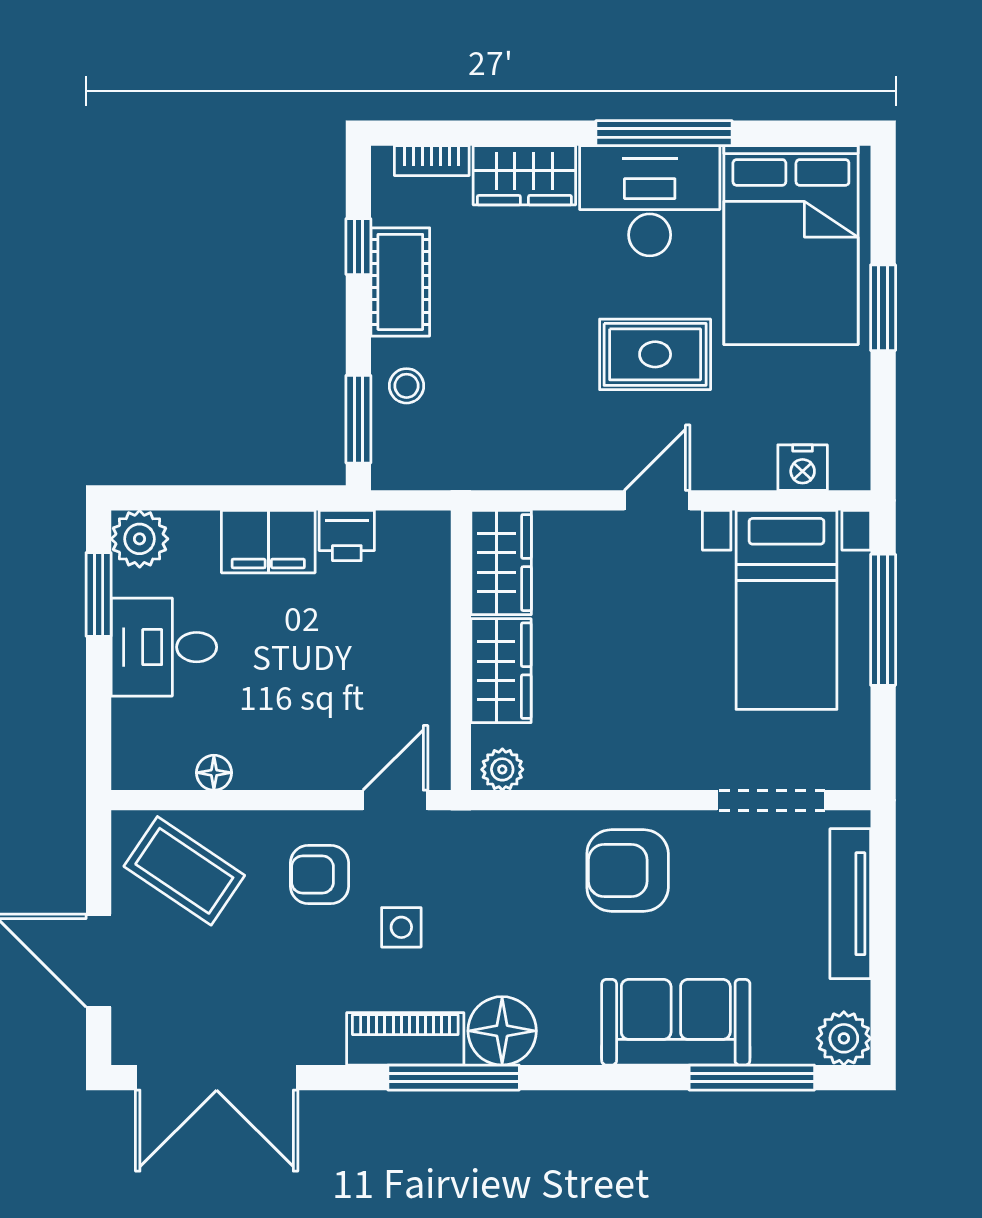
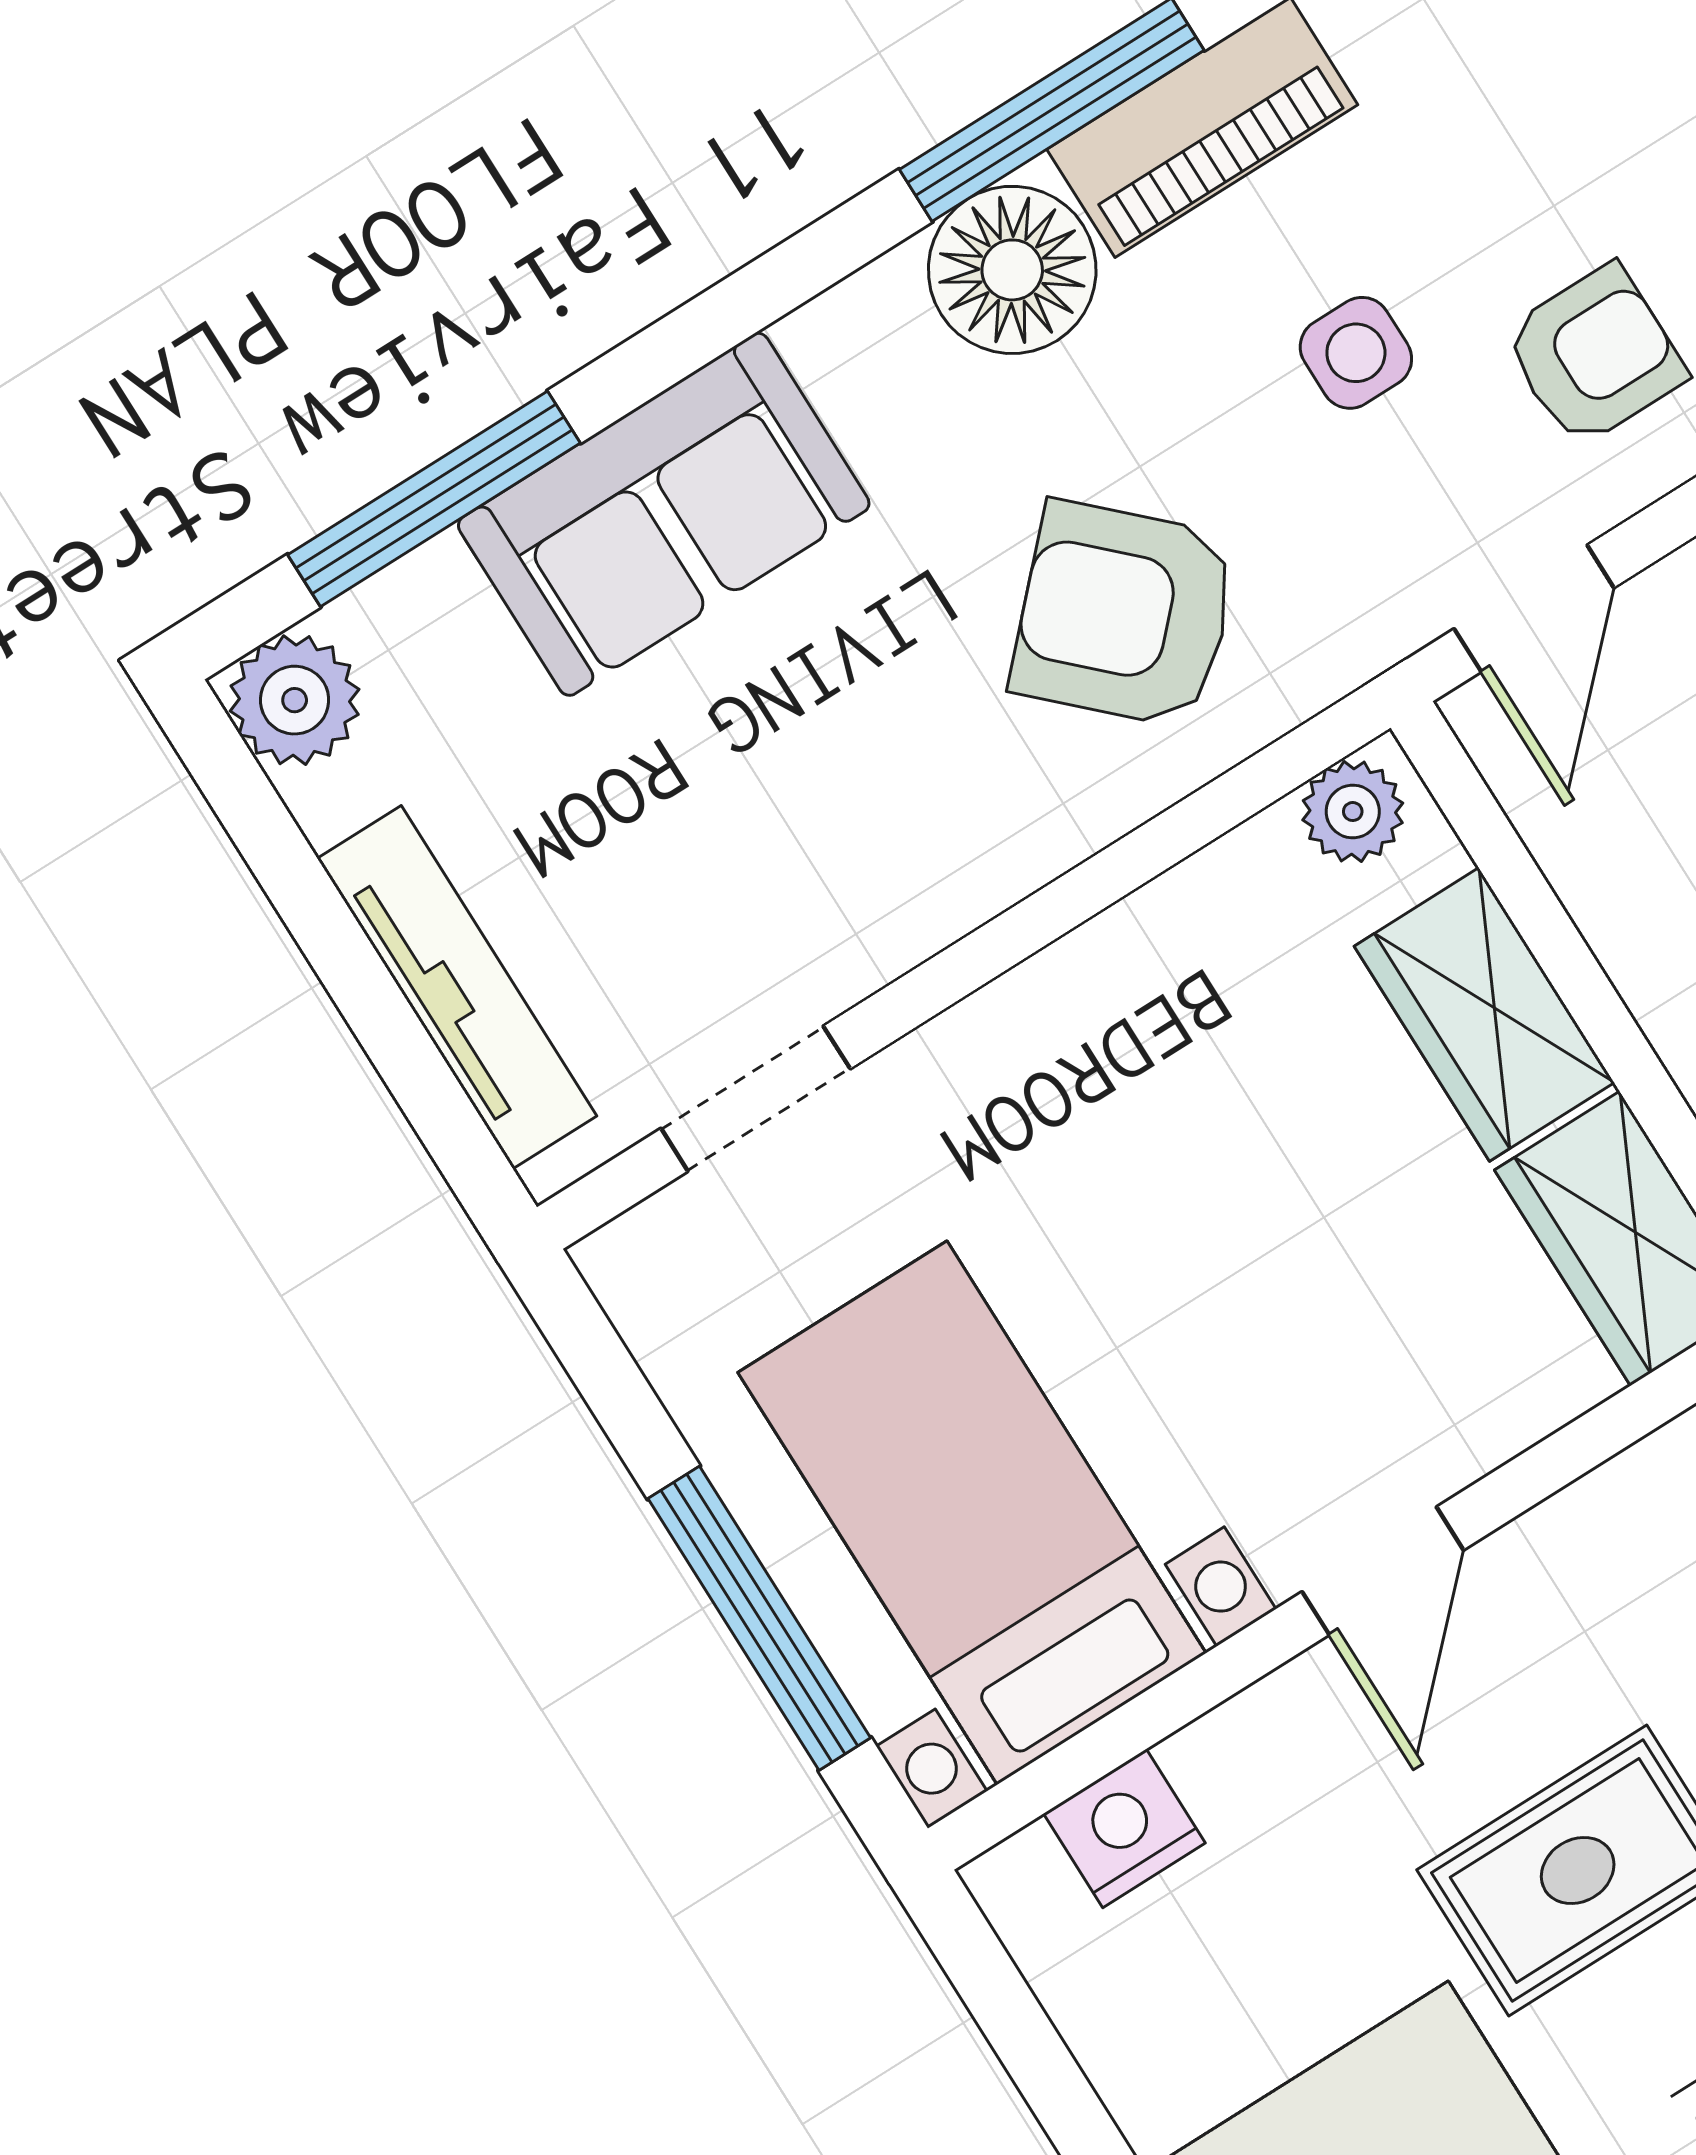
doorway: (771, 800) -> (756, 1099), width x0.73
armchair: (628, 870) -> (1124, 614), moved, turned -136

